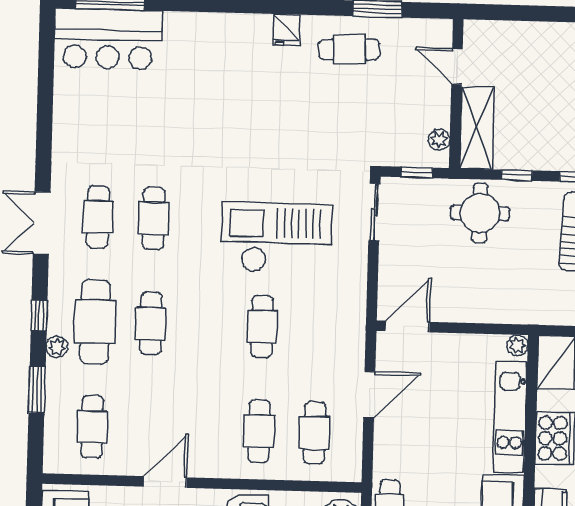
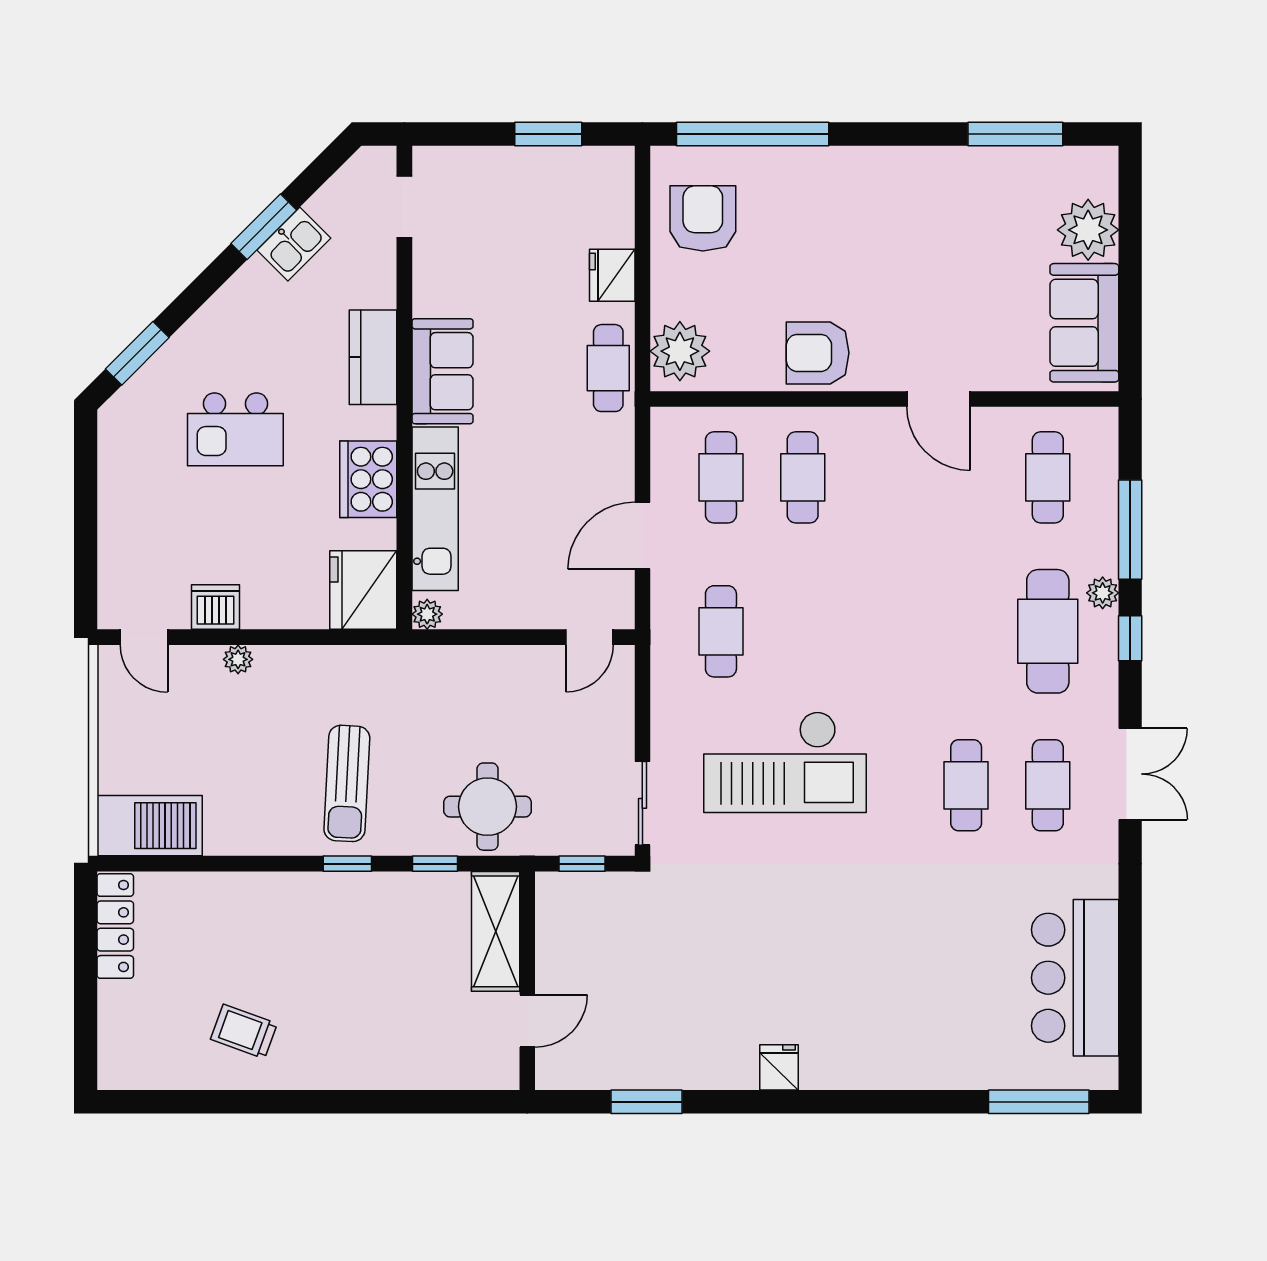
bar counter: (108, 39) -> (1075, 978), moved, turned -90
cafe table: (349, 49) -> (686, 1041), removed
door: (457, 66) -> (527, 1021), hinge flipped
plant: (439, 140) -> (550, 913), removed
cafe table: (151, 323) -> (966, 631), removed
cafe table: (262, 326) -> (721, 631), moved
door: (407, 327) -> (589, 637), width x0.73
window: (37, 389) -> (1130, 530), width x1.44
door: (165, 482) -> (939, 399), hinge flipped

